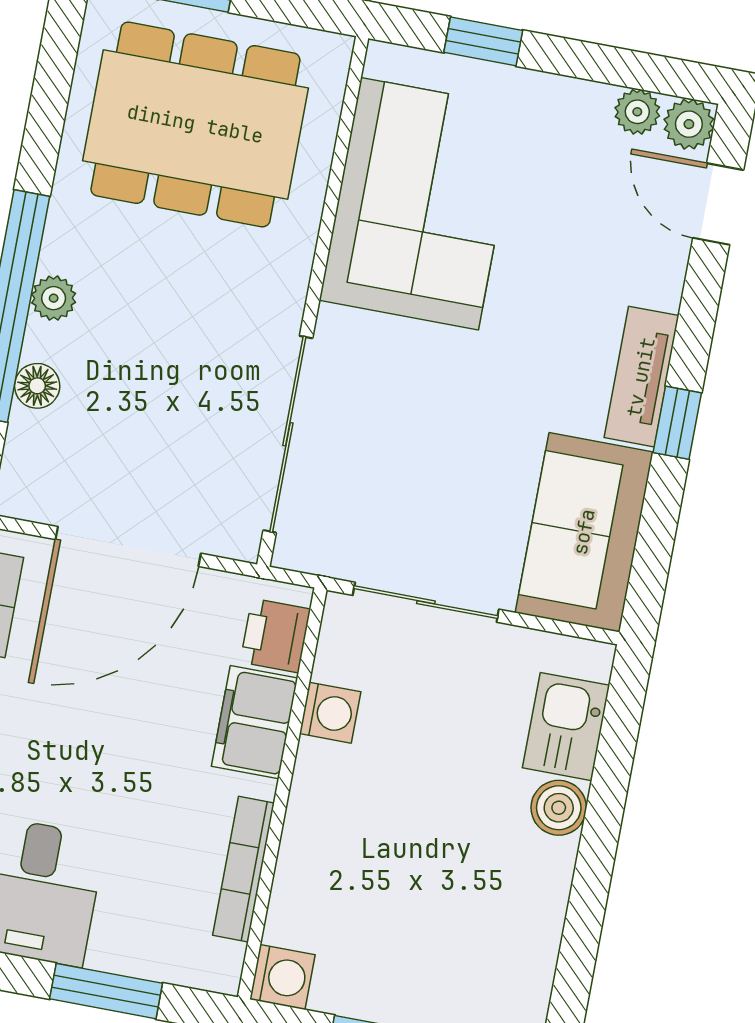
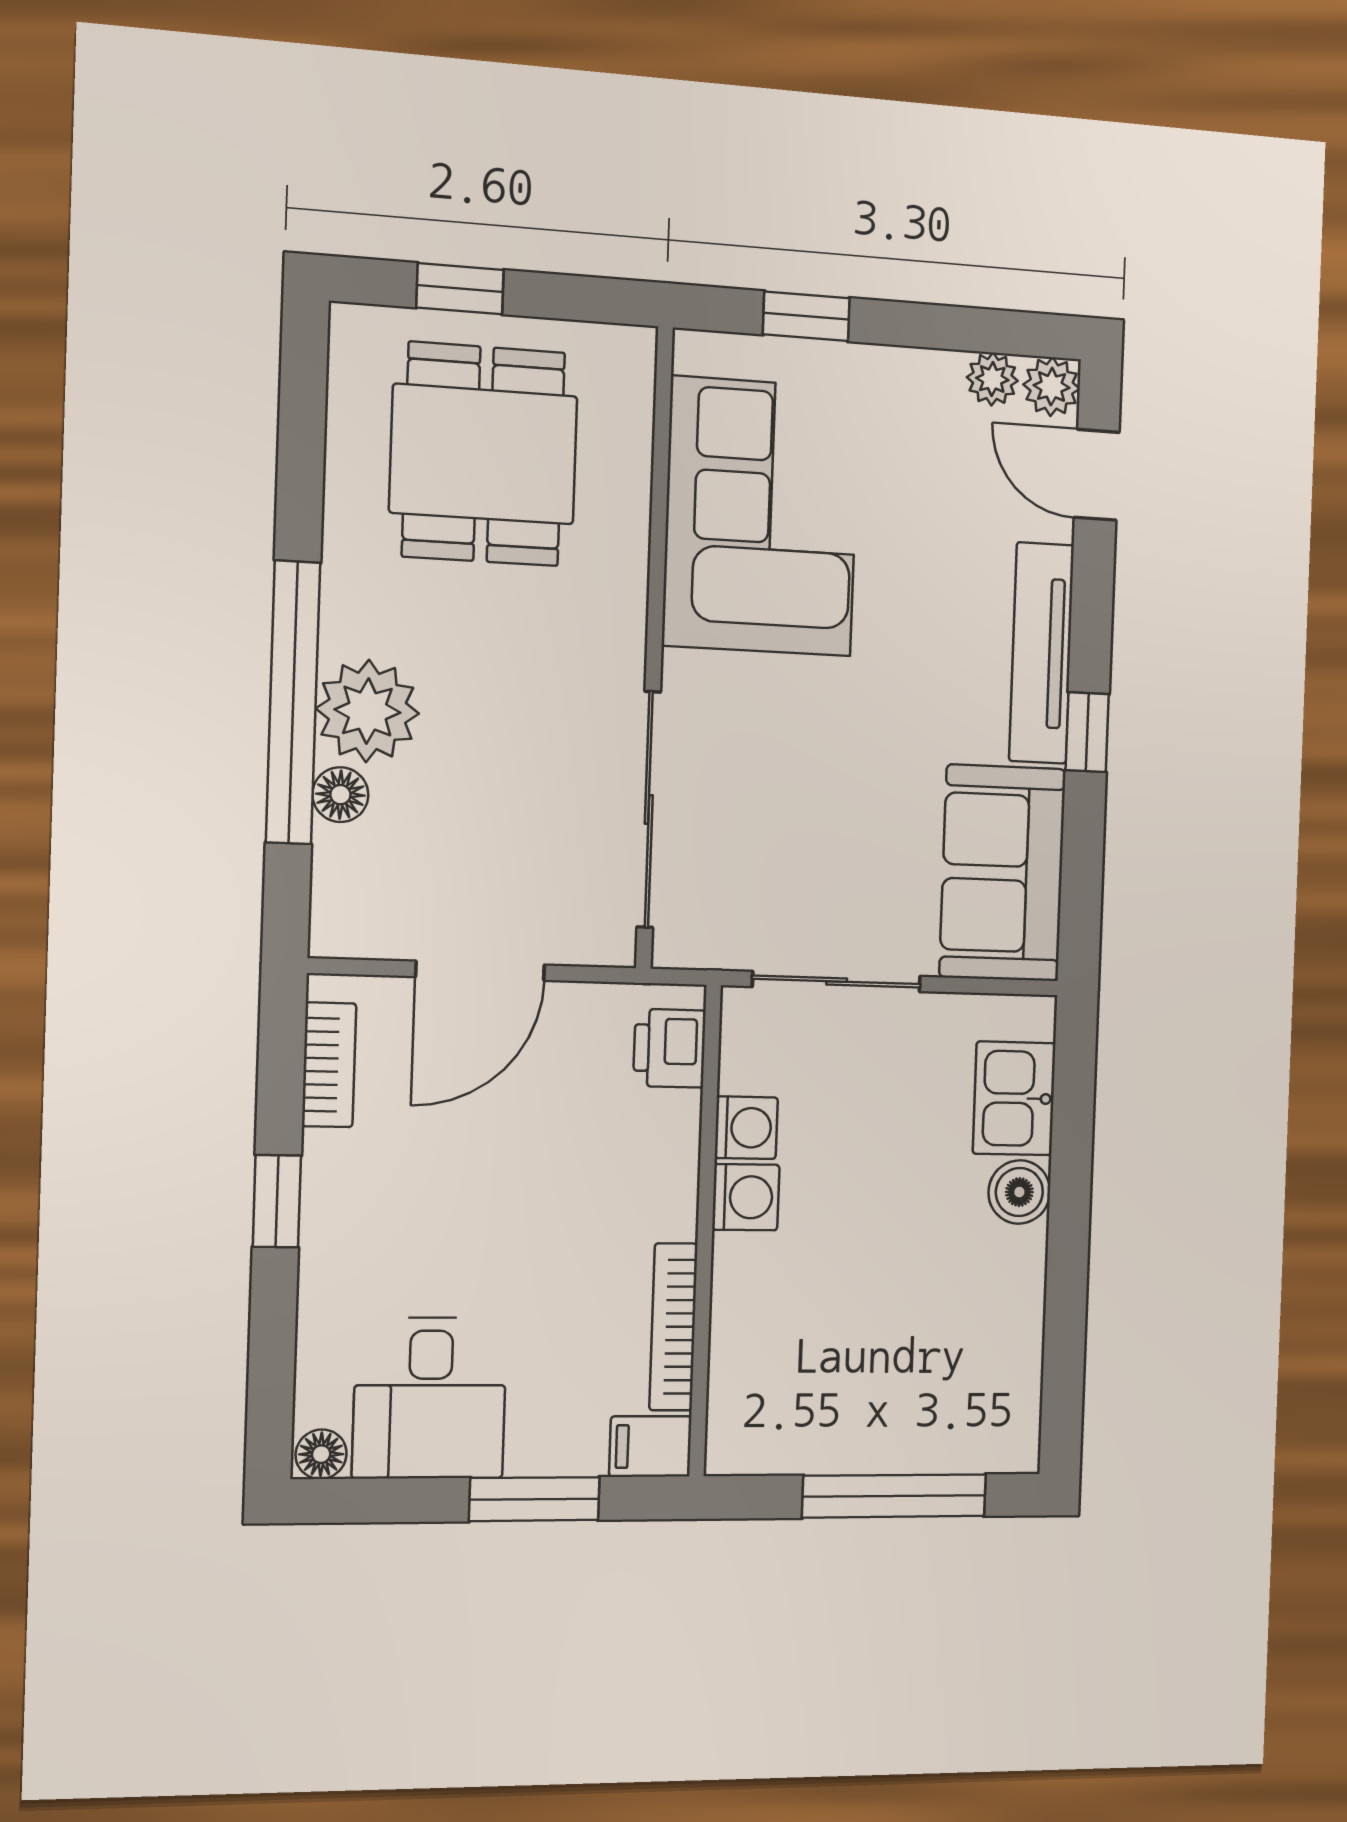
dining table: (195, 124) -> (484, 454), width x0.73
plant: (54, 298) -> (367, 711), width x1.88, depth x1.88
tv unit: (641, 377) -> (1041, 653), width x1.41
door: (128, 546) -> (480, 971), width x0.73
filing cabinet: (255, 722) -> (650, 1446), moved, width x0.50
washing machine: (282, 977) -> (746, 1197), moved

